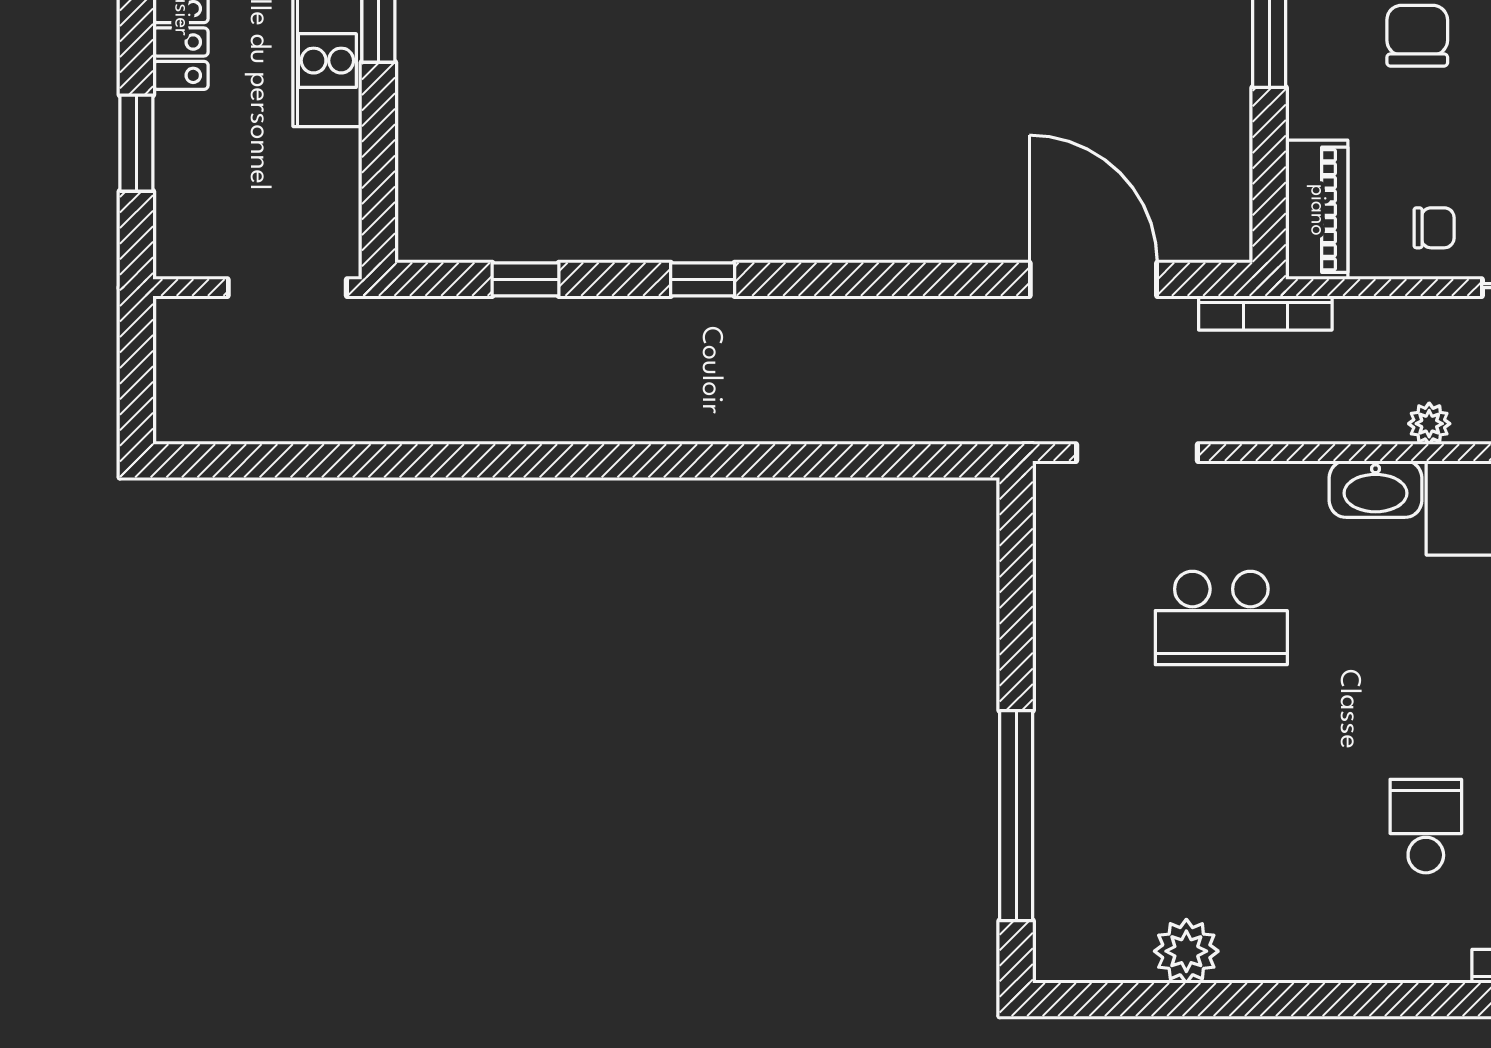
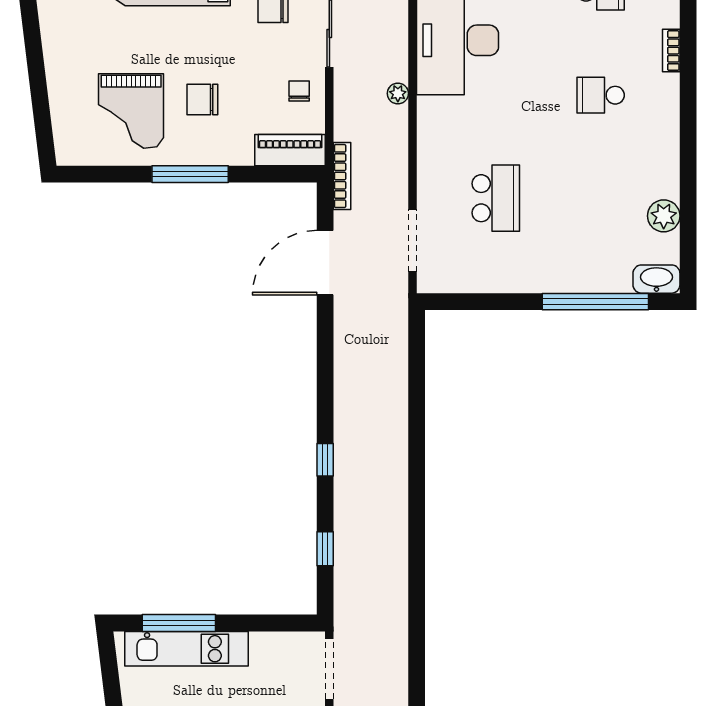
washbasin: (1376, 489) -> (656, 279), moved, turned -90

